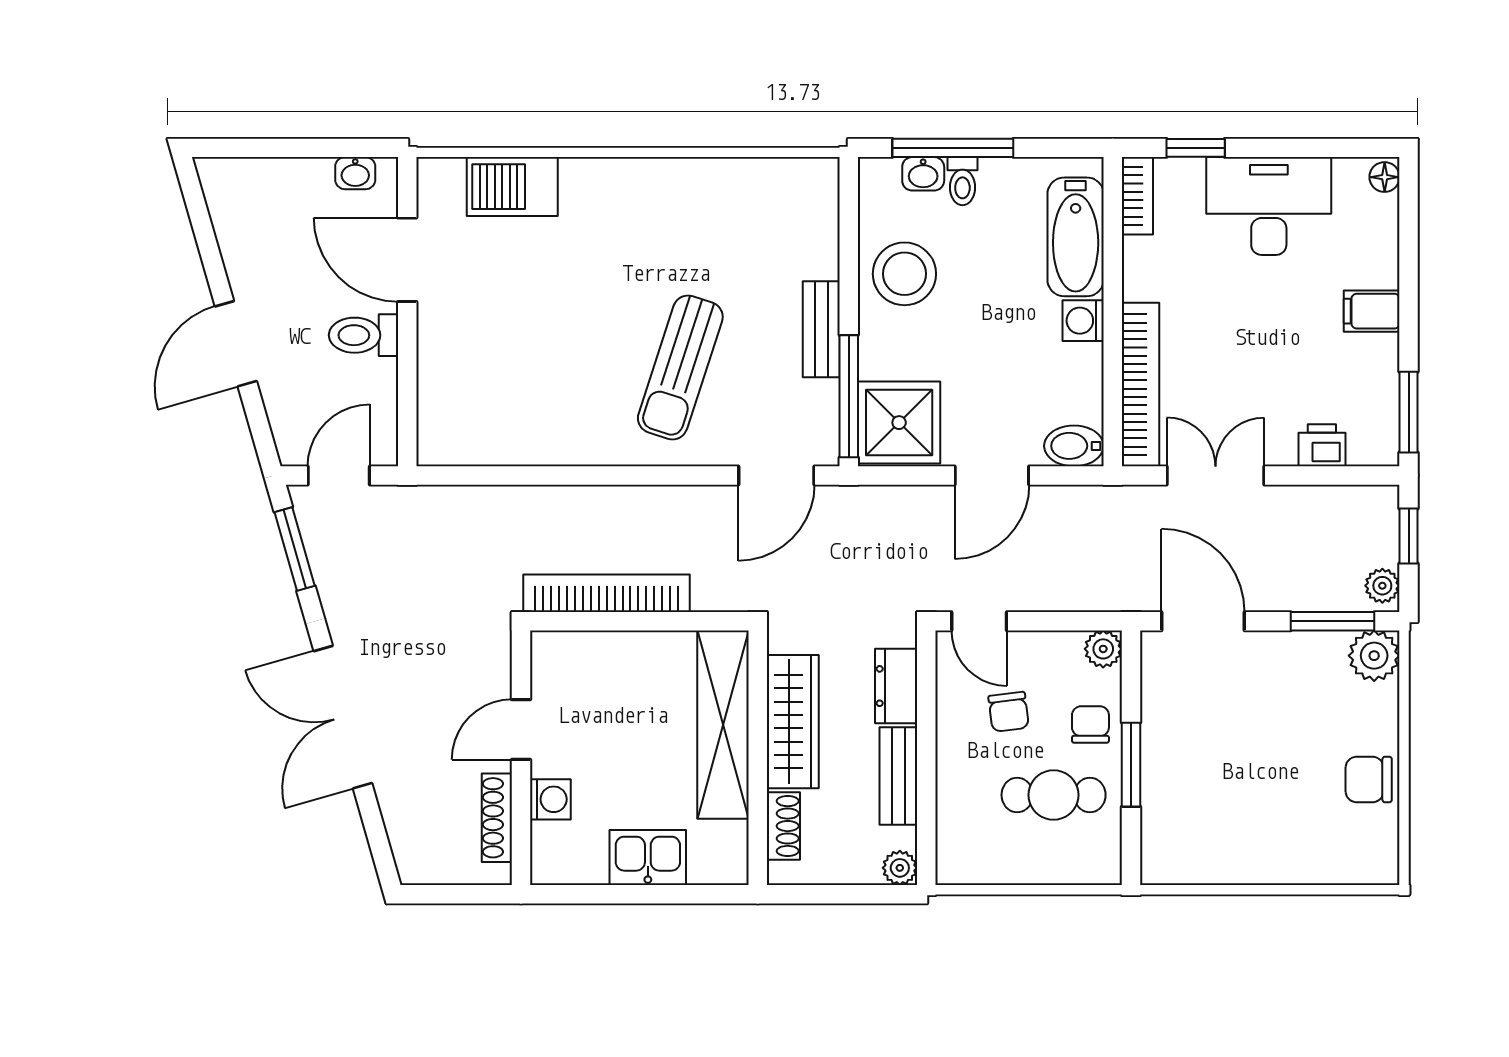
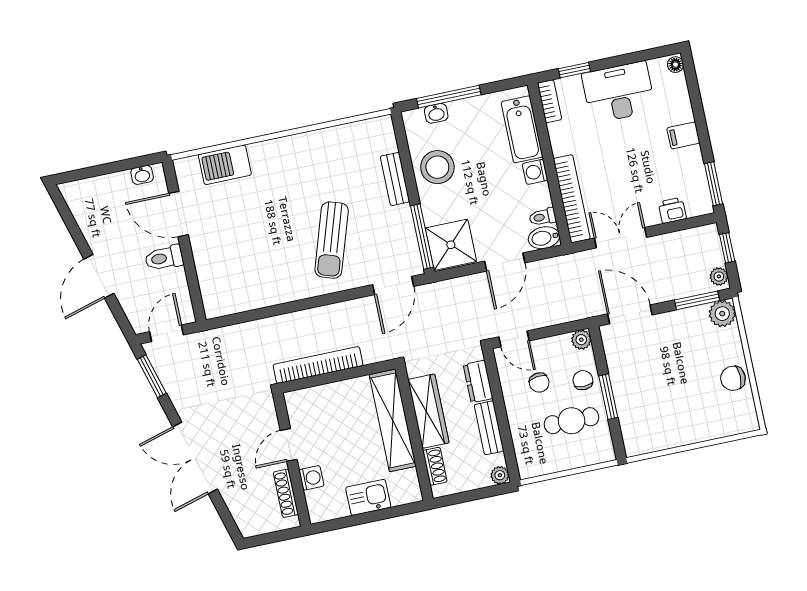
toilet: (962, 181) -> (543, 217), moved, turned 90
bench: (821, 329) -> (395, 179), moved

